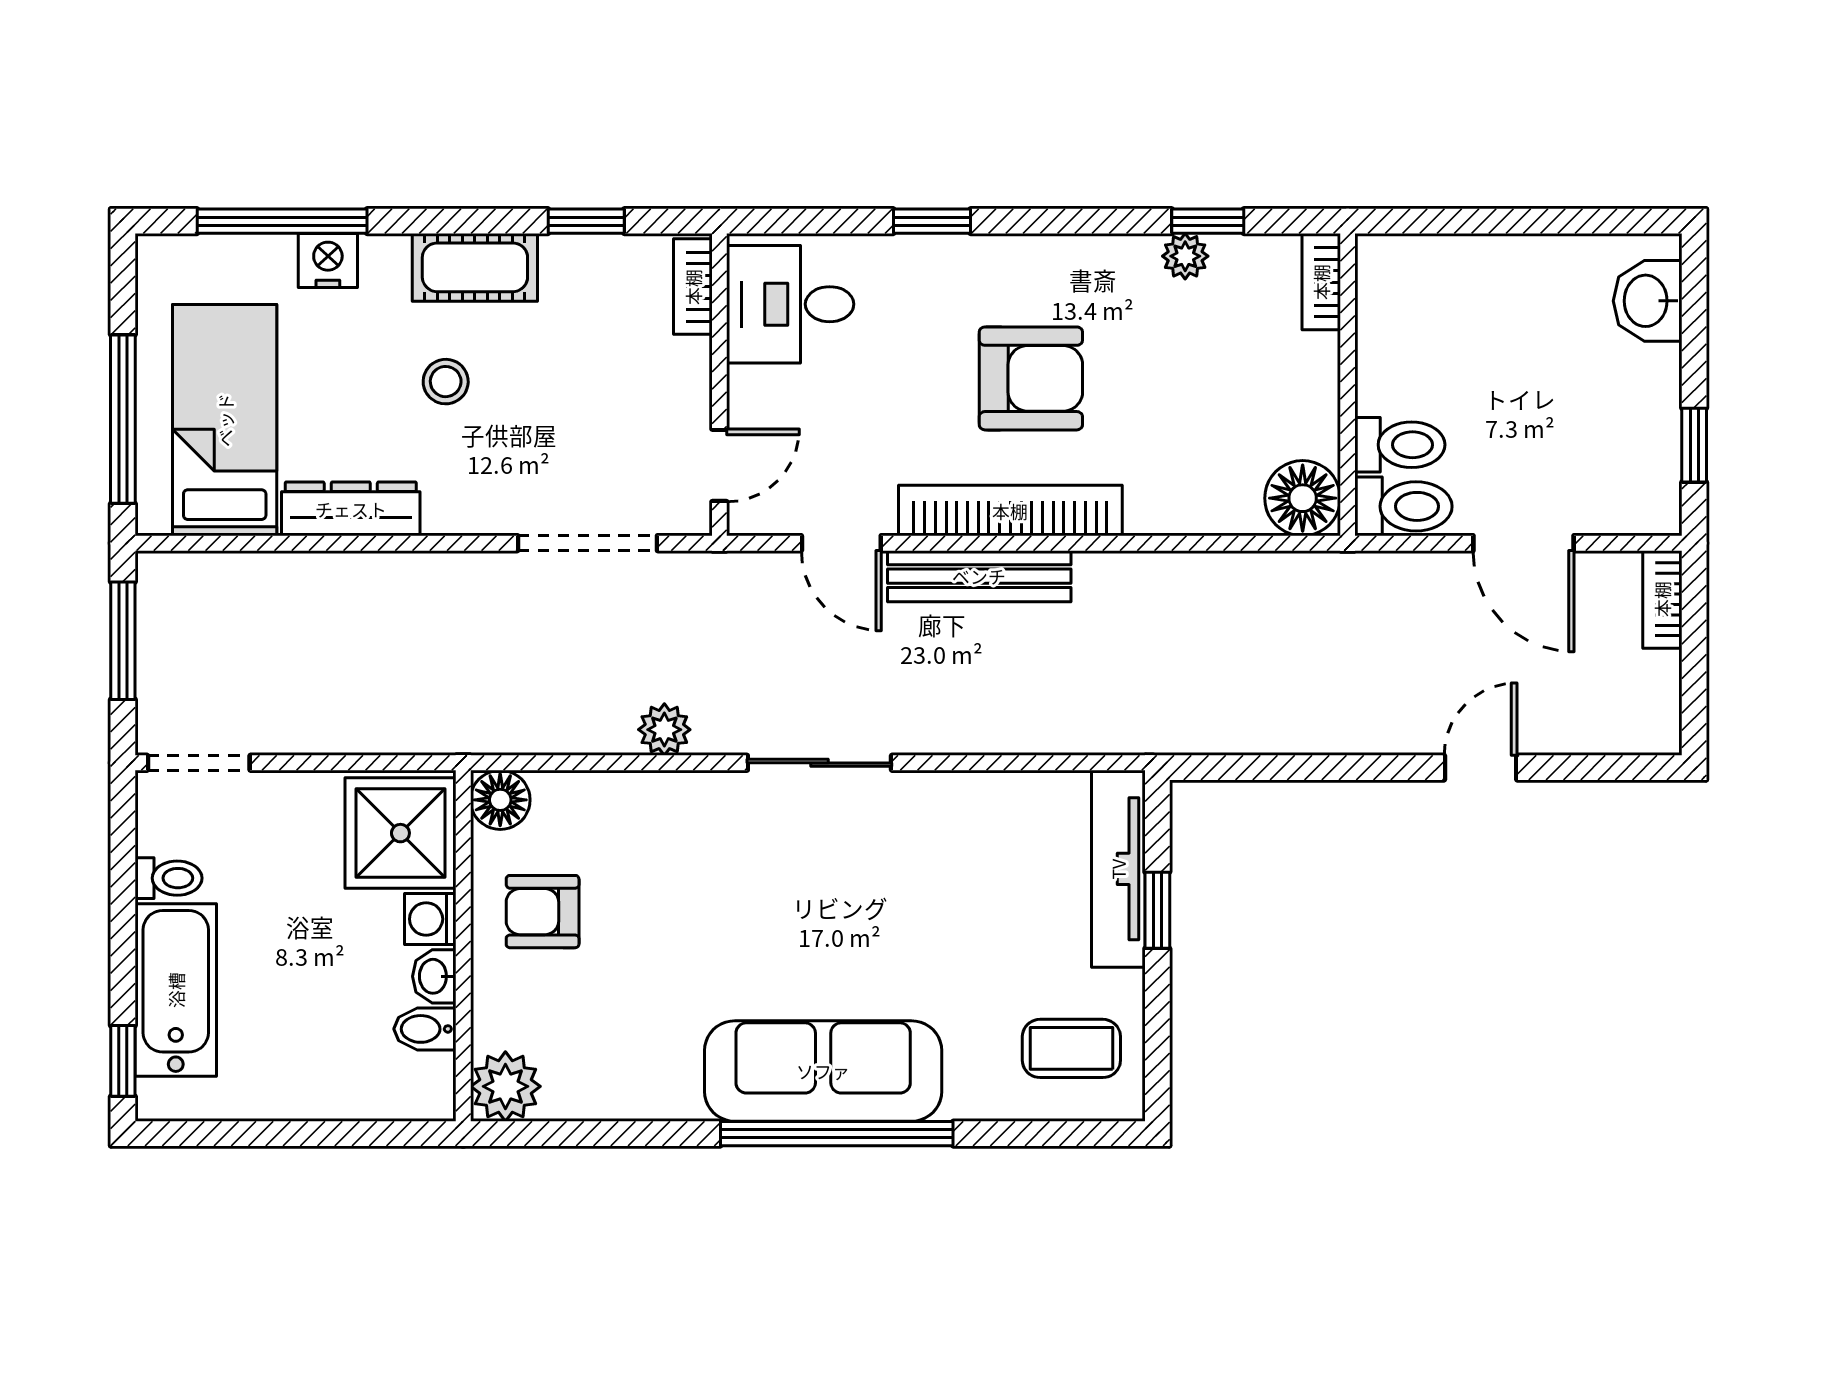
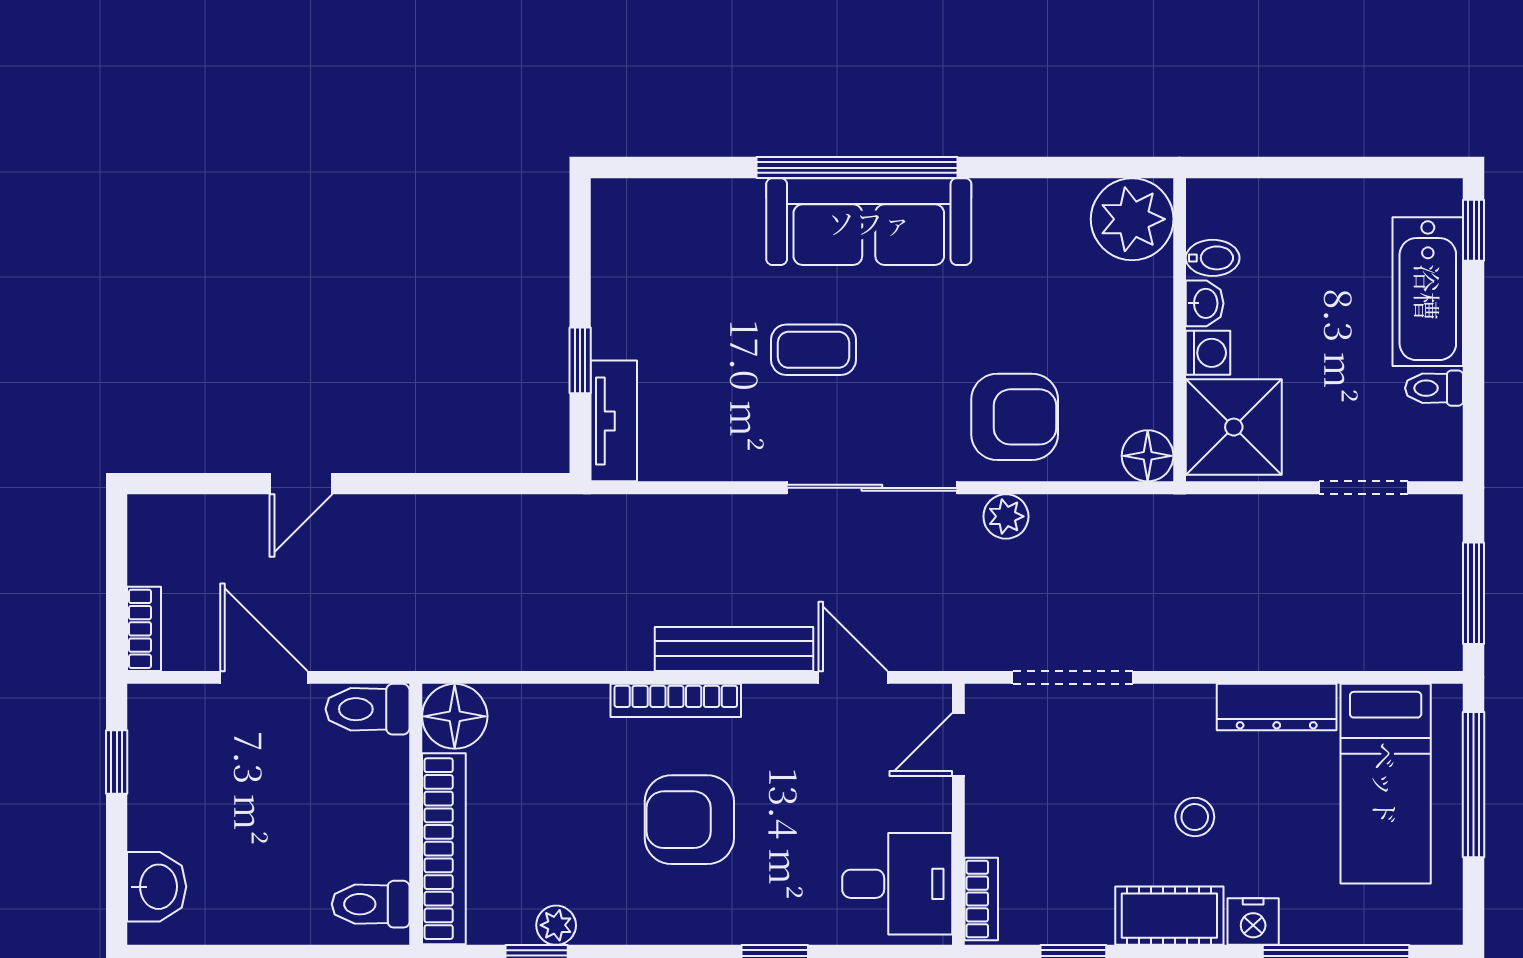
nightstand: (328, 260) -> (1253, 922), moved
bookcase: (1321, 282) -> (444, 849), width x2.31, depth x1.31
toilet: (1400, 445) -> (371, 904), moved
bookcase: (1010, 511) -> (676, 700), width x0.68, depth x0.76
doorway: (199, 763) -> (1363, 488), moved
sliding door: (819, 763) -> (872, 488), width x1.37
tv unit: (1118, 869) -> (614, 421), width x0.71
armchair: (543, 912) -> (1015, 417), moved, width x1.38, depth x1.38
coffee table: (1071, 1048) -> (813, 350), moved
plant: (505, 1086) -> (1132, 219), width x1.36, depth x1.36

